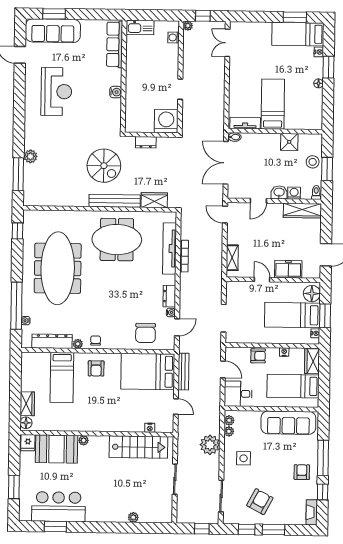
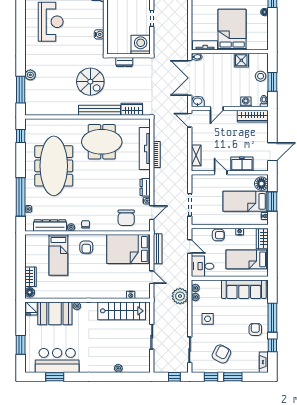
water cooler: (116, 92) -> (99, 34), moved
bed: (273, 104) -> (232, 30), width x1.50
washbasin: (279, 192) -> (198, 102), moved
plant: (210, 445) -> (180, 296), moved

